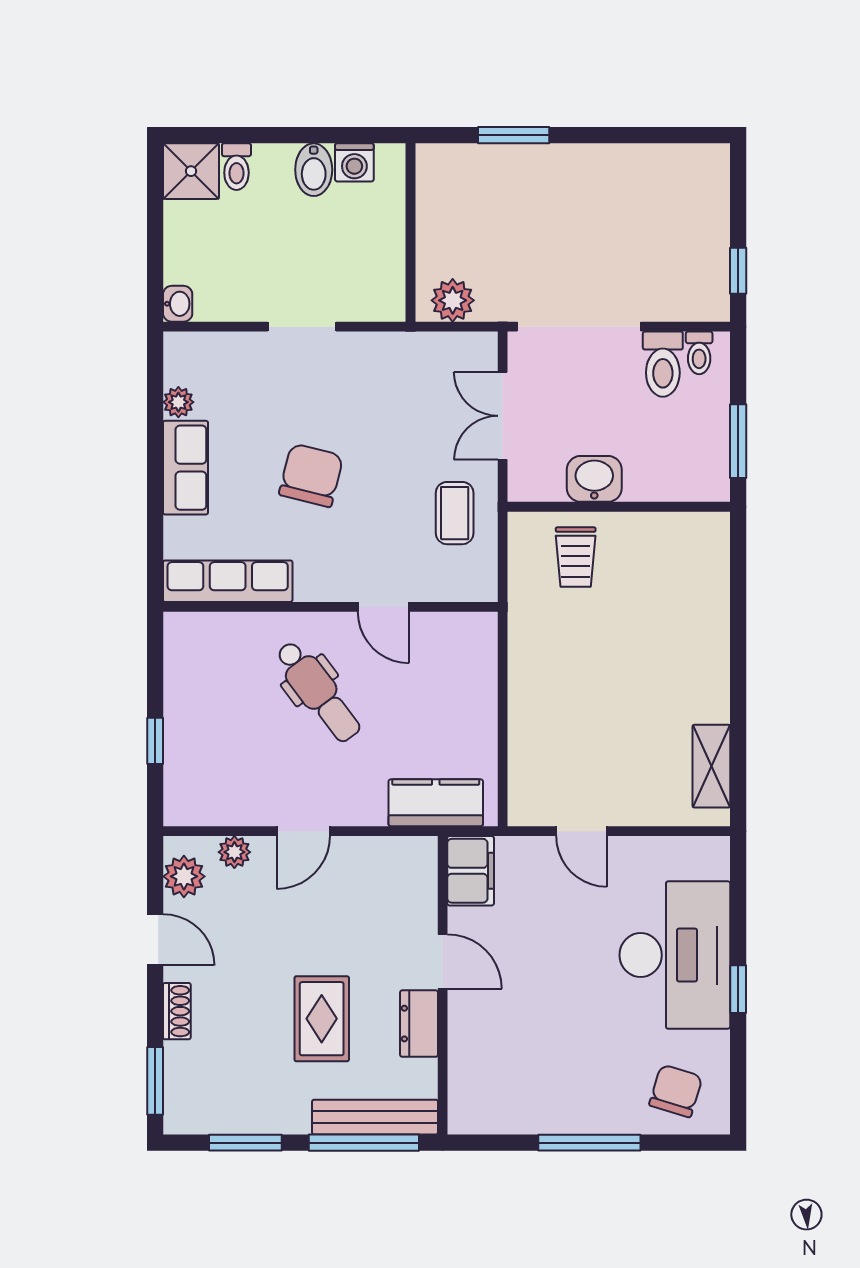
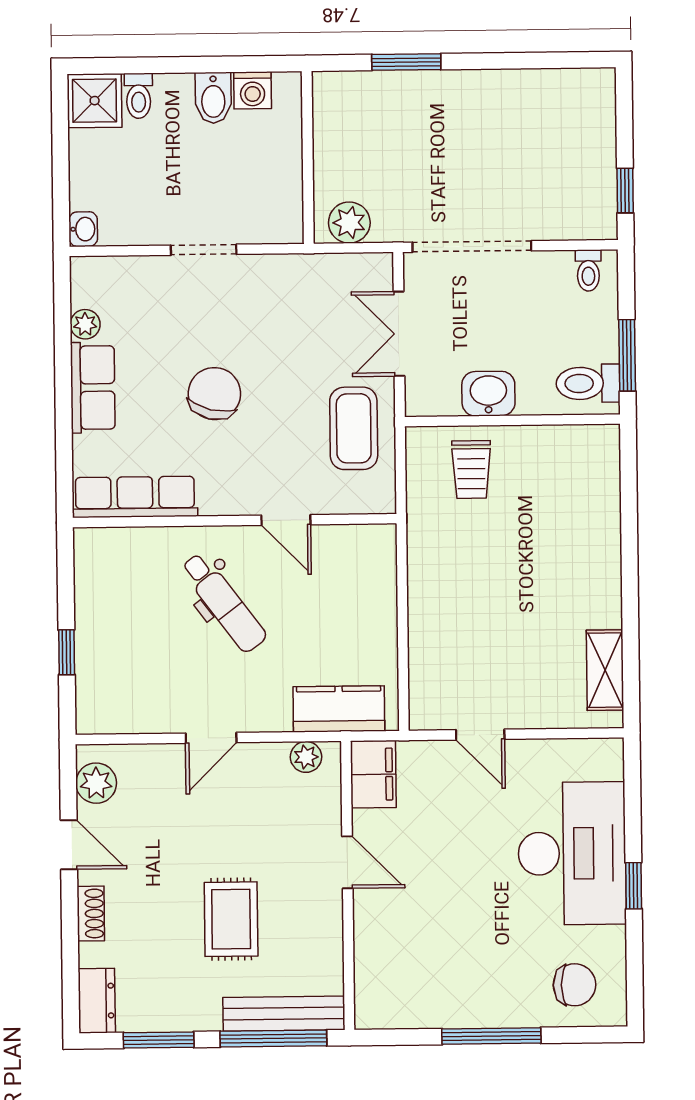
toilet: (663, 364) -> (588, 383), moved, turned 90
coffee table: (455, 513) -> (354, 428), width x1.36, depth x1.30
plant: (234, 852) -> (306, 757), moved
dresser: (419, 1024) -> (97, 1001), moved, turned 180
window: (155, 1081) -> (71, 981), removed
chair: (676, 1091) -> (575, 985), turned 73

